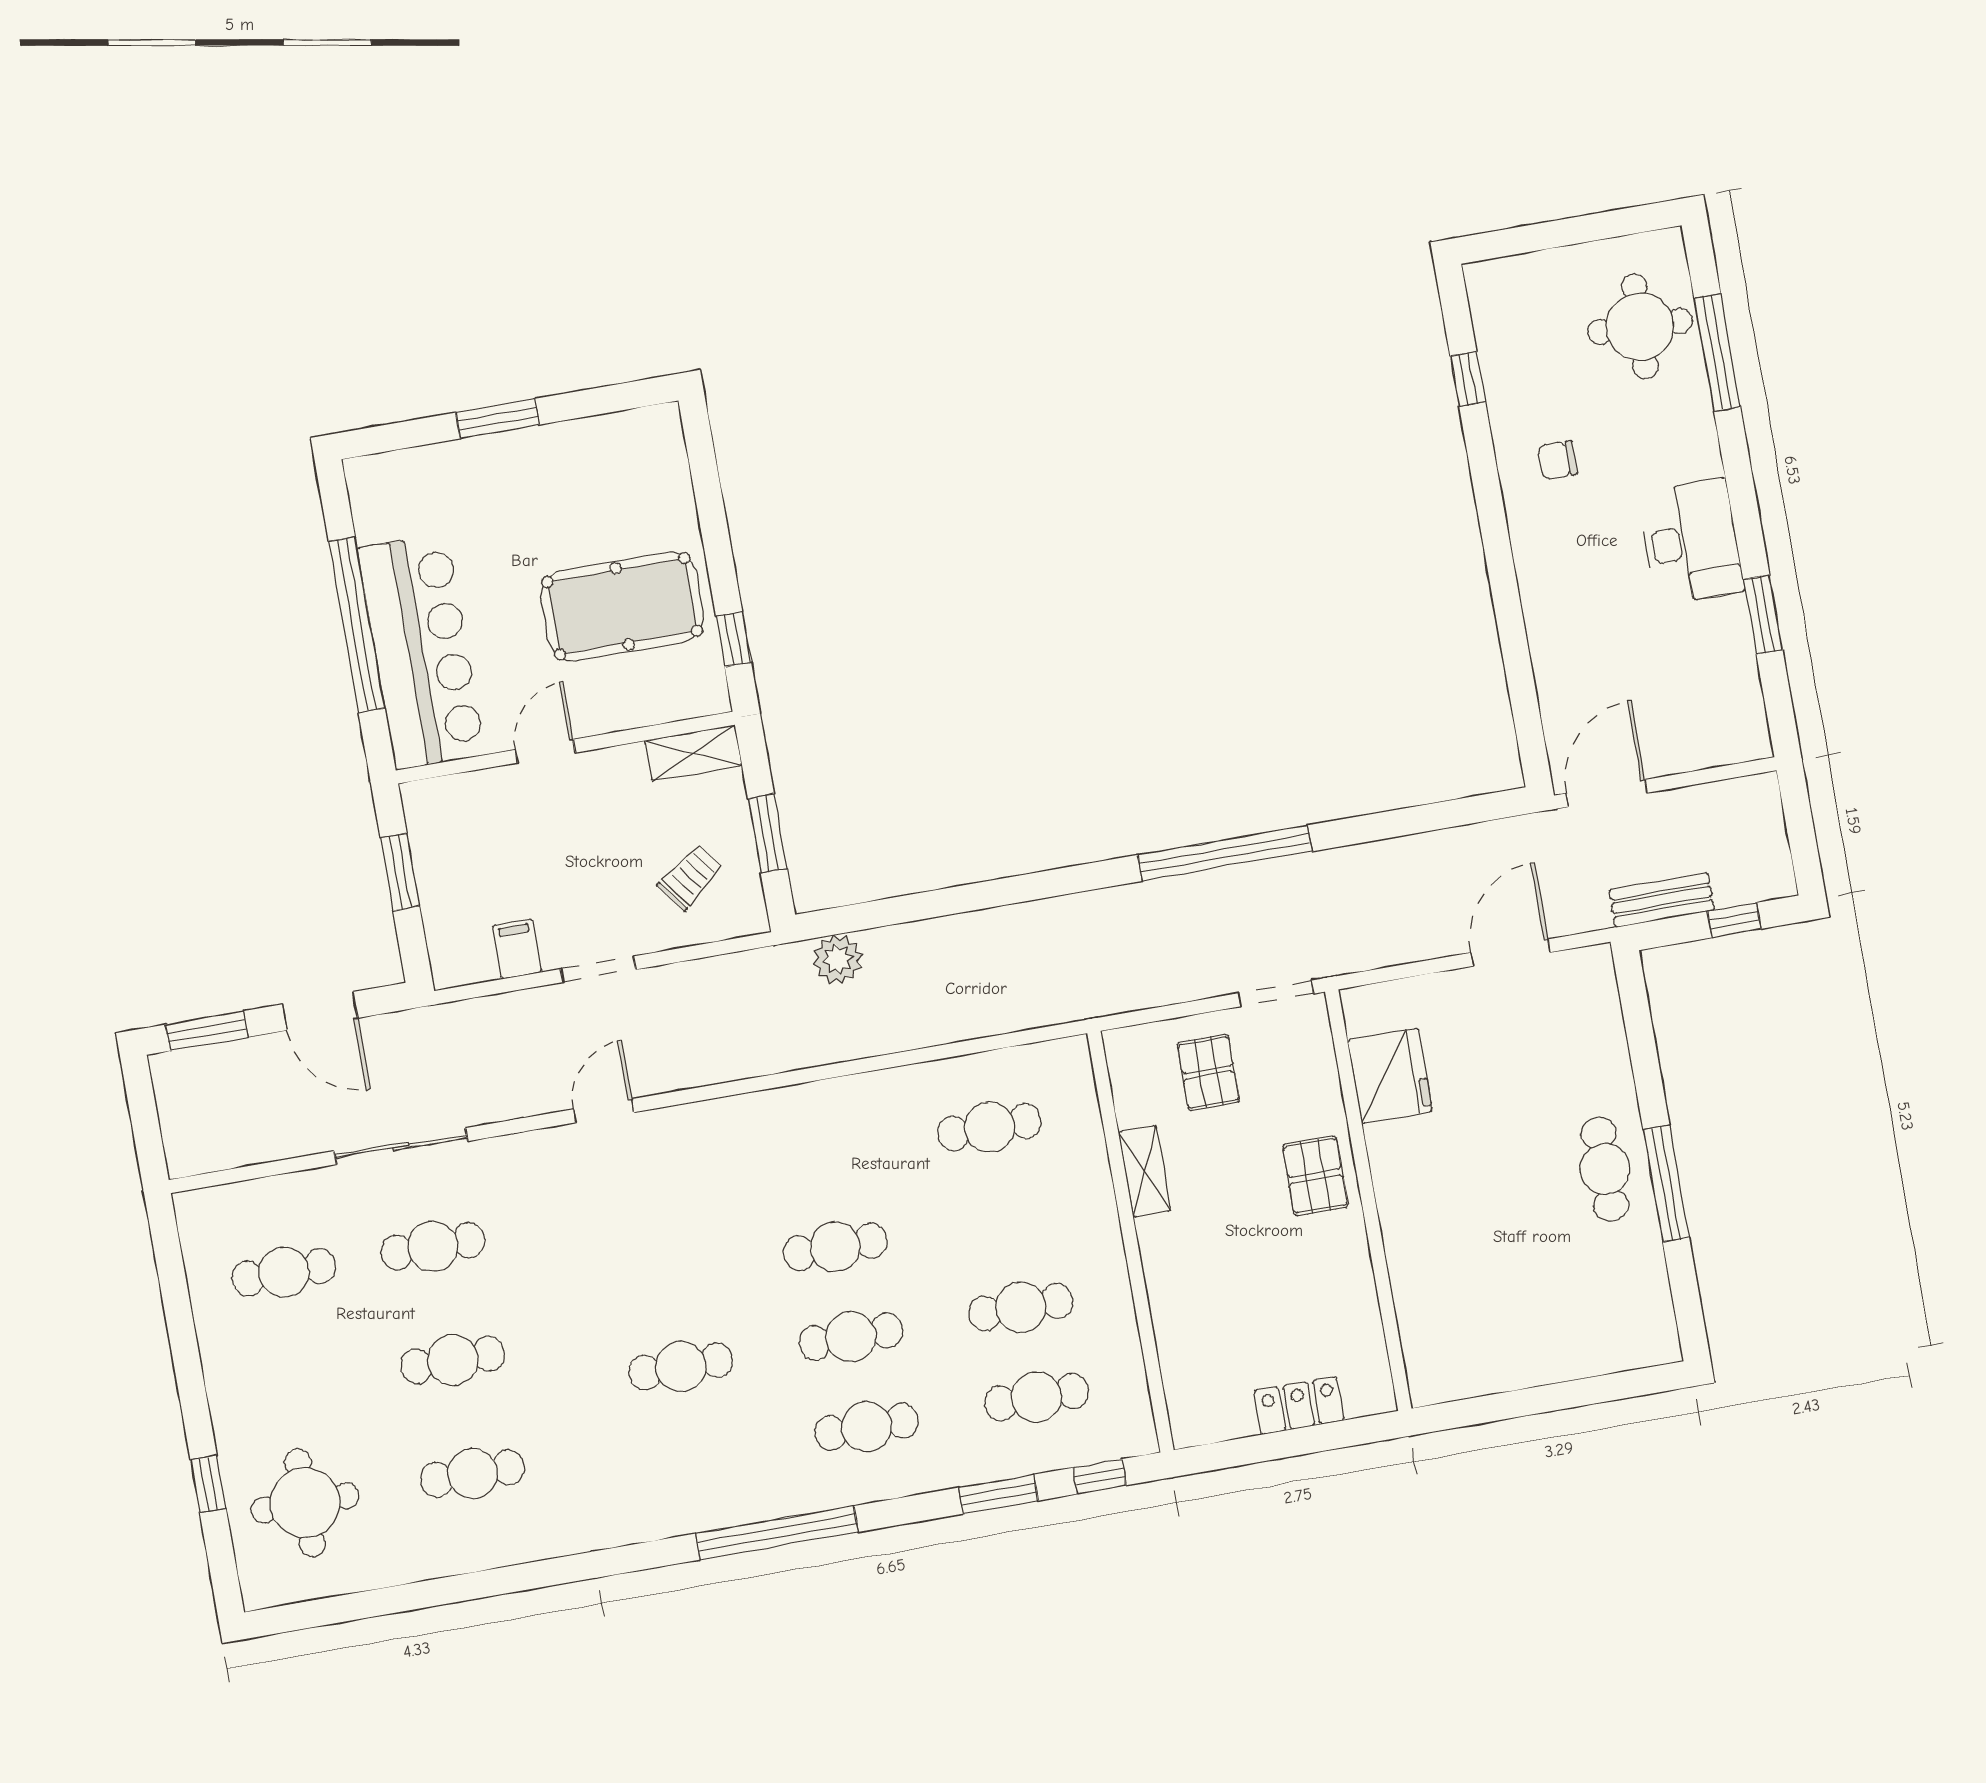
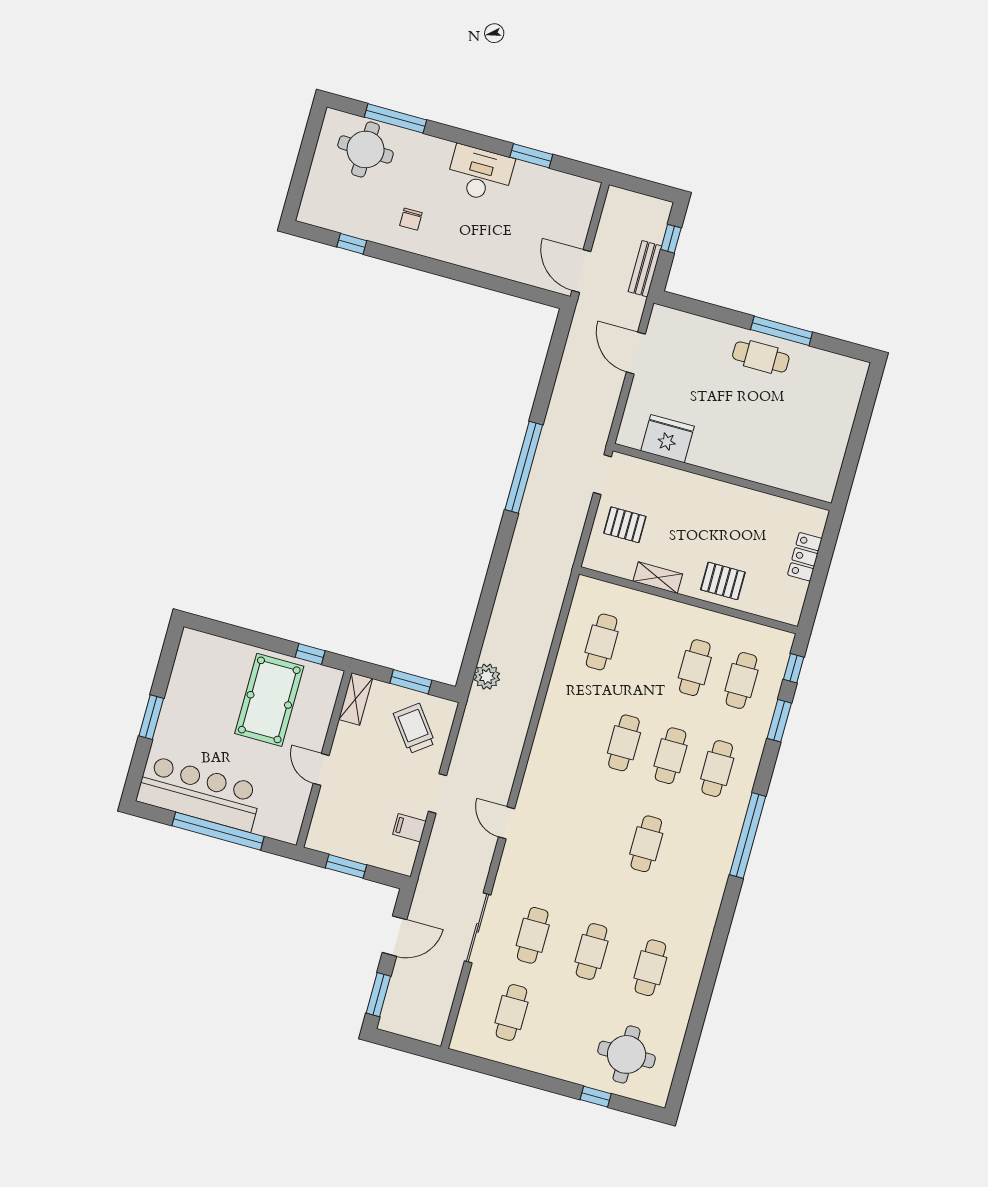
bar counter: (421, 652) -> (199, 793), moved
trolley: (690, 877) -> (414, 728), width x1.36, depth x1.39
pallet: (1315, 1176) -> (723, 581), moved

